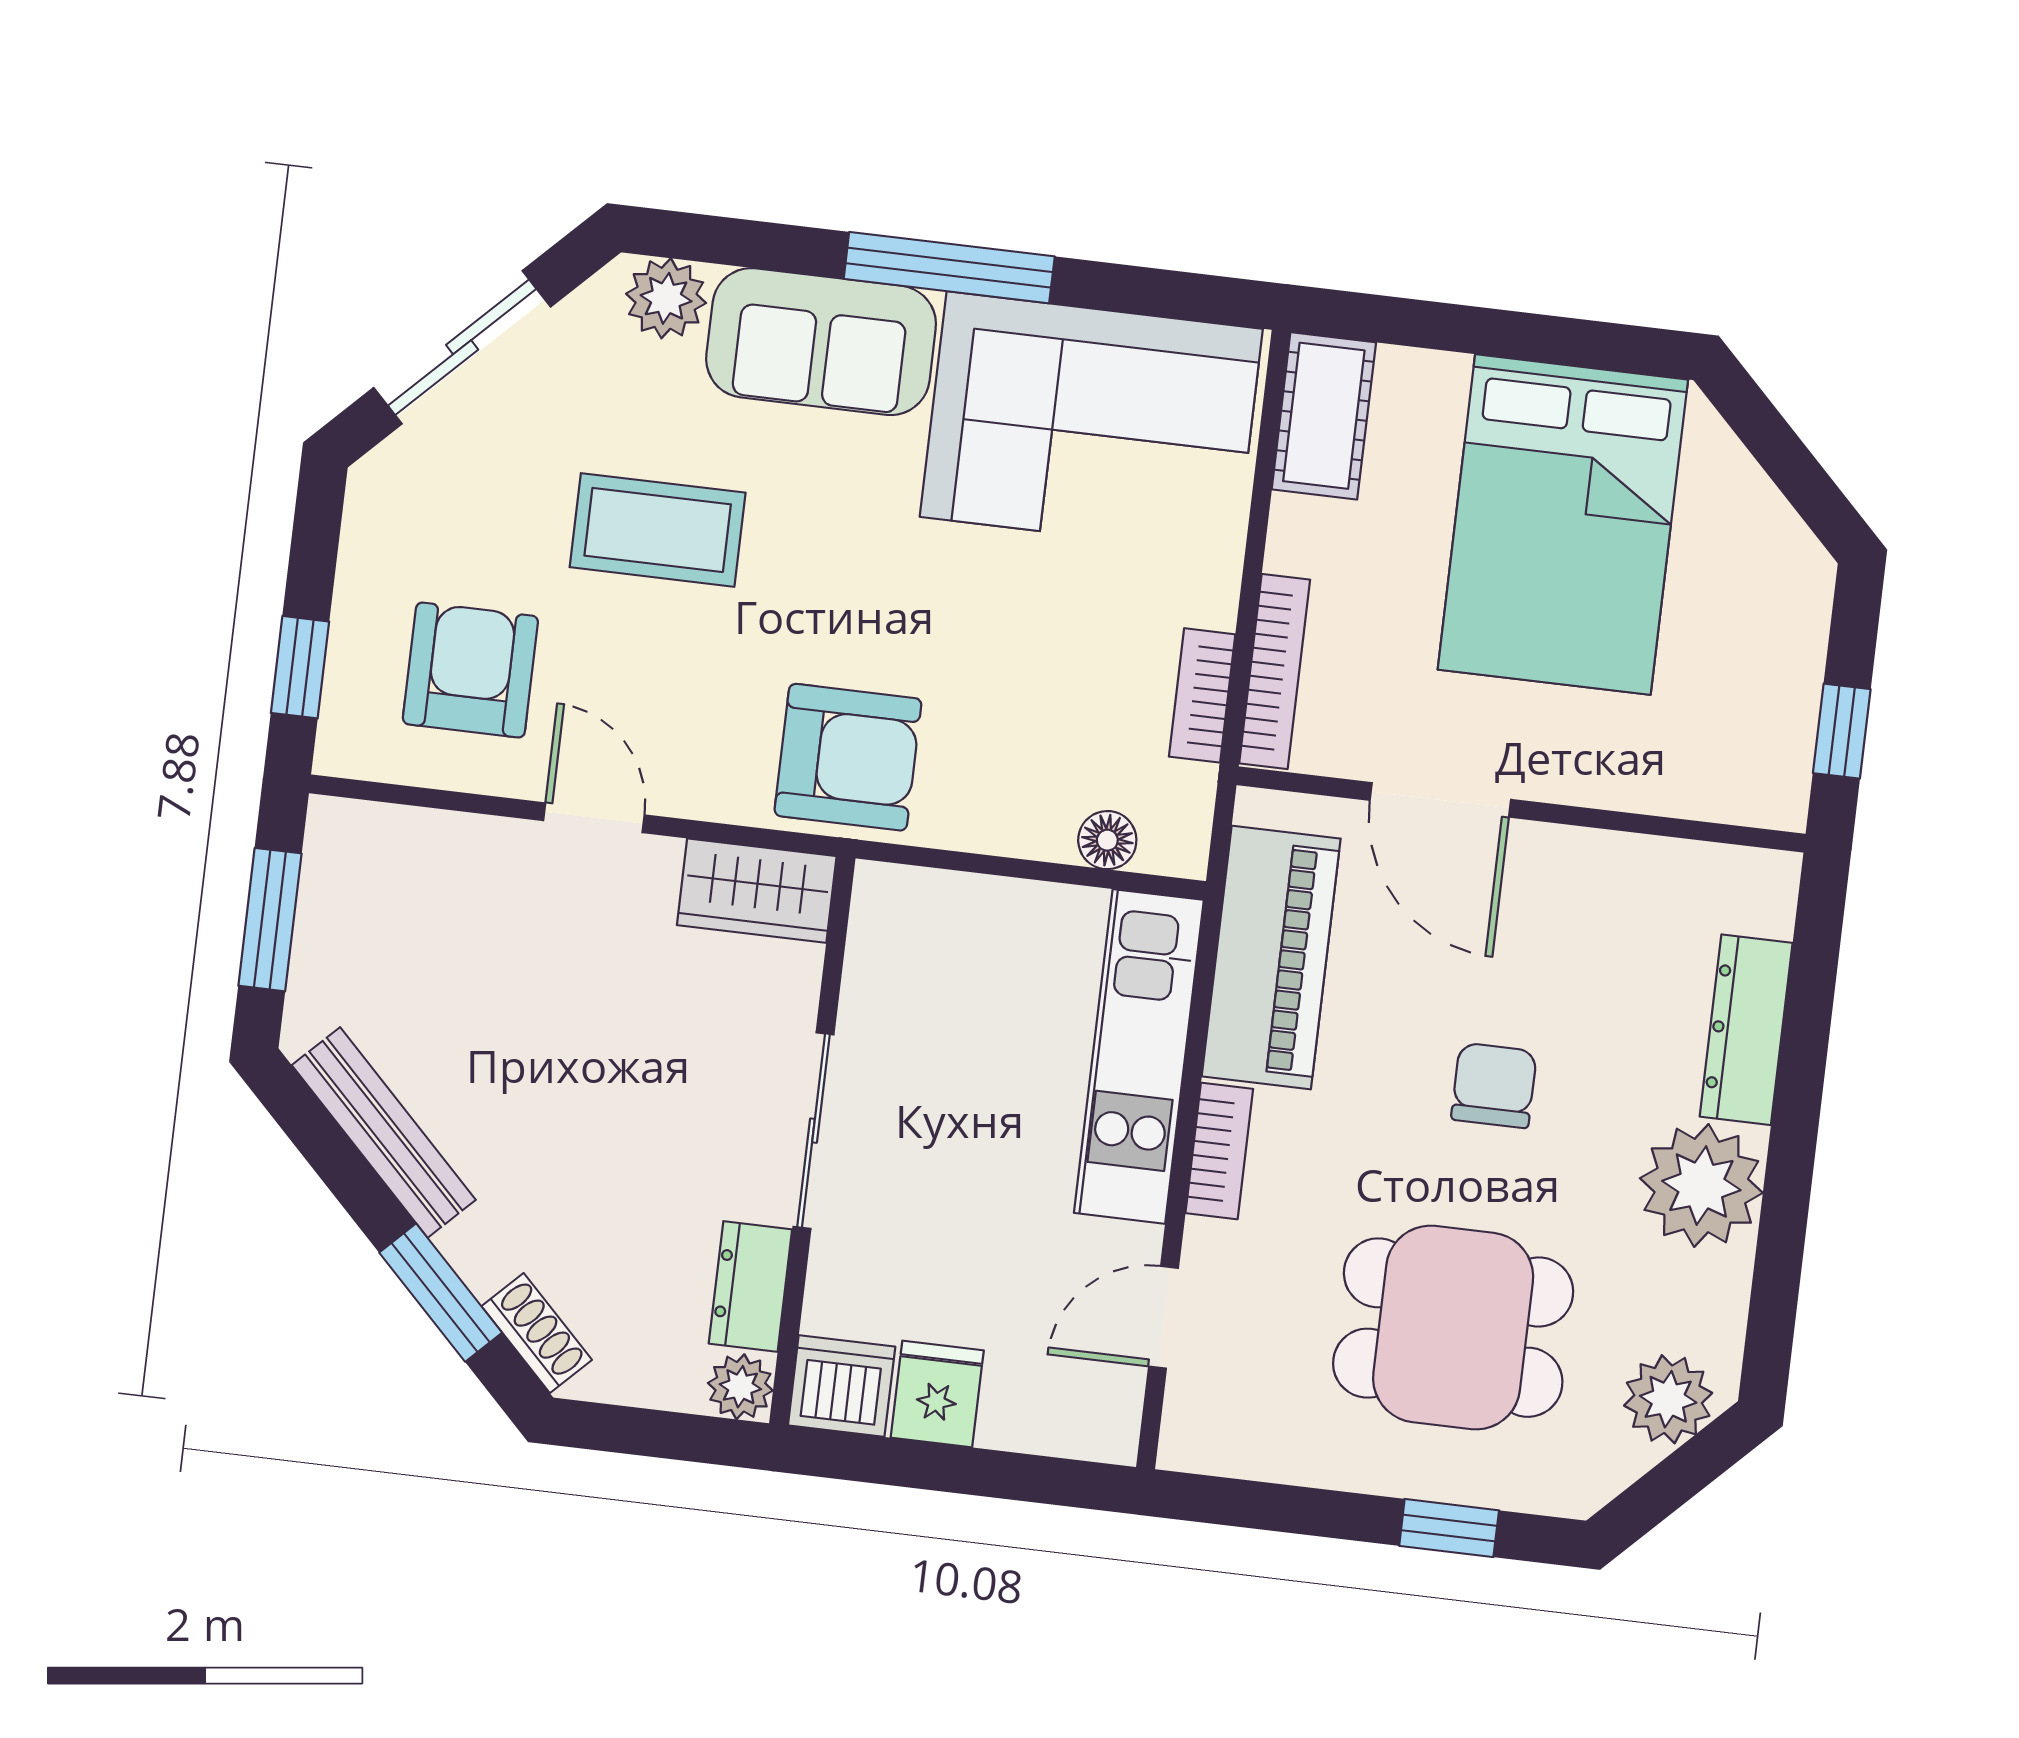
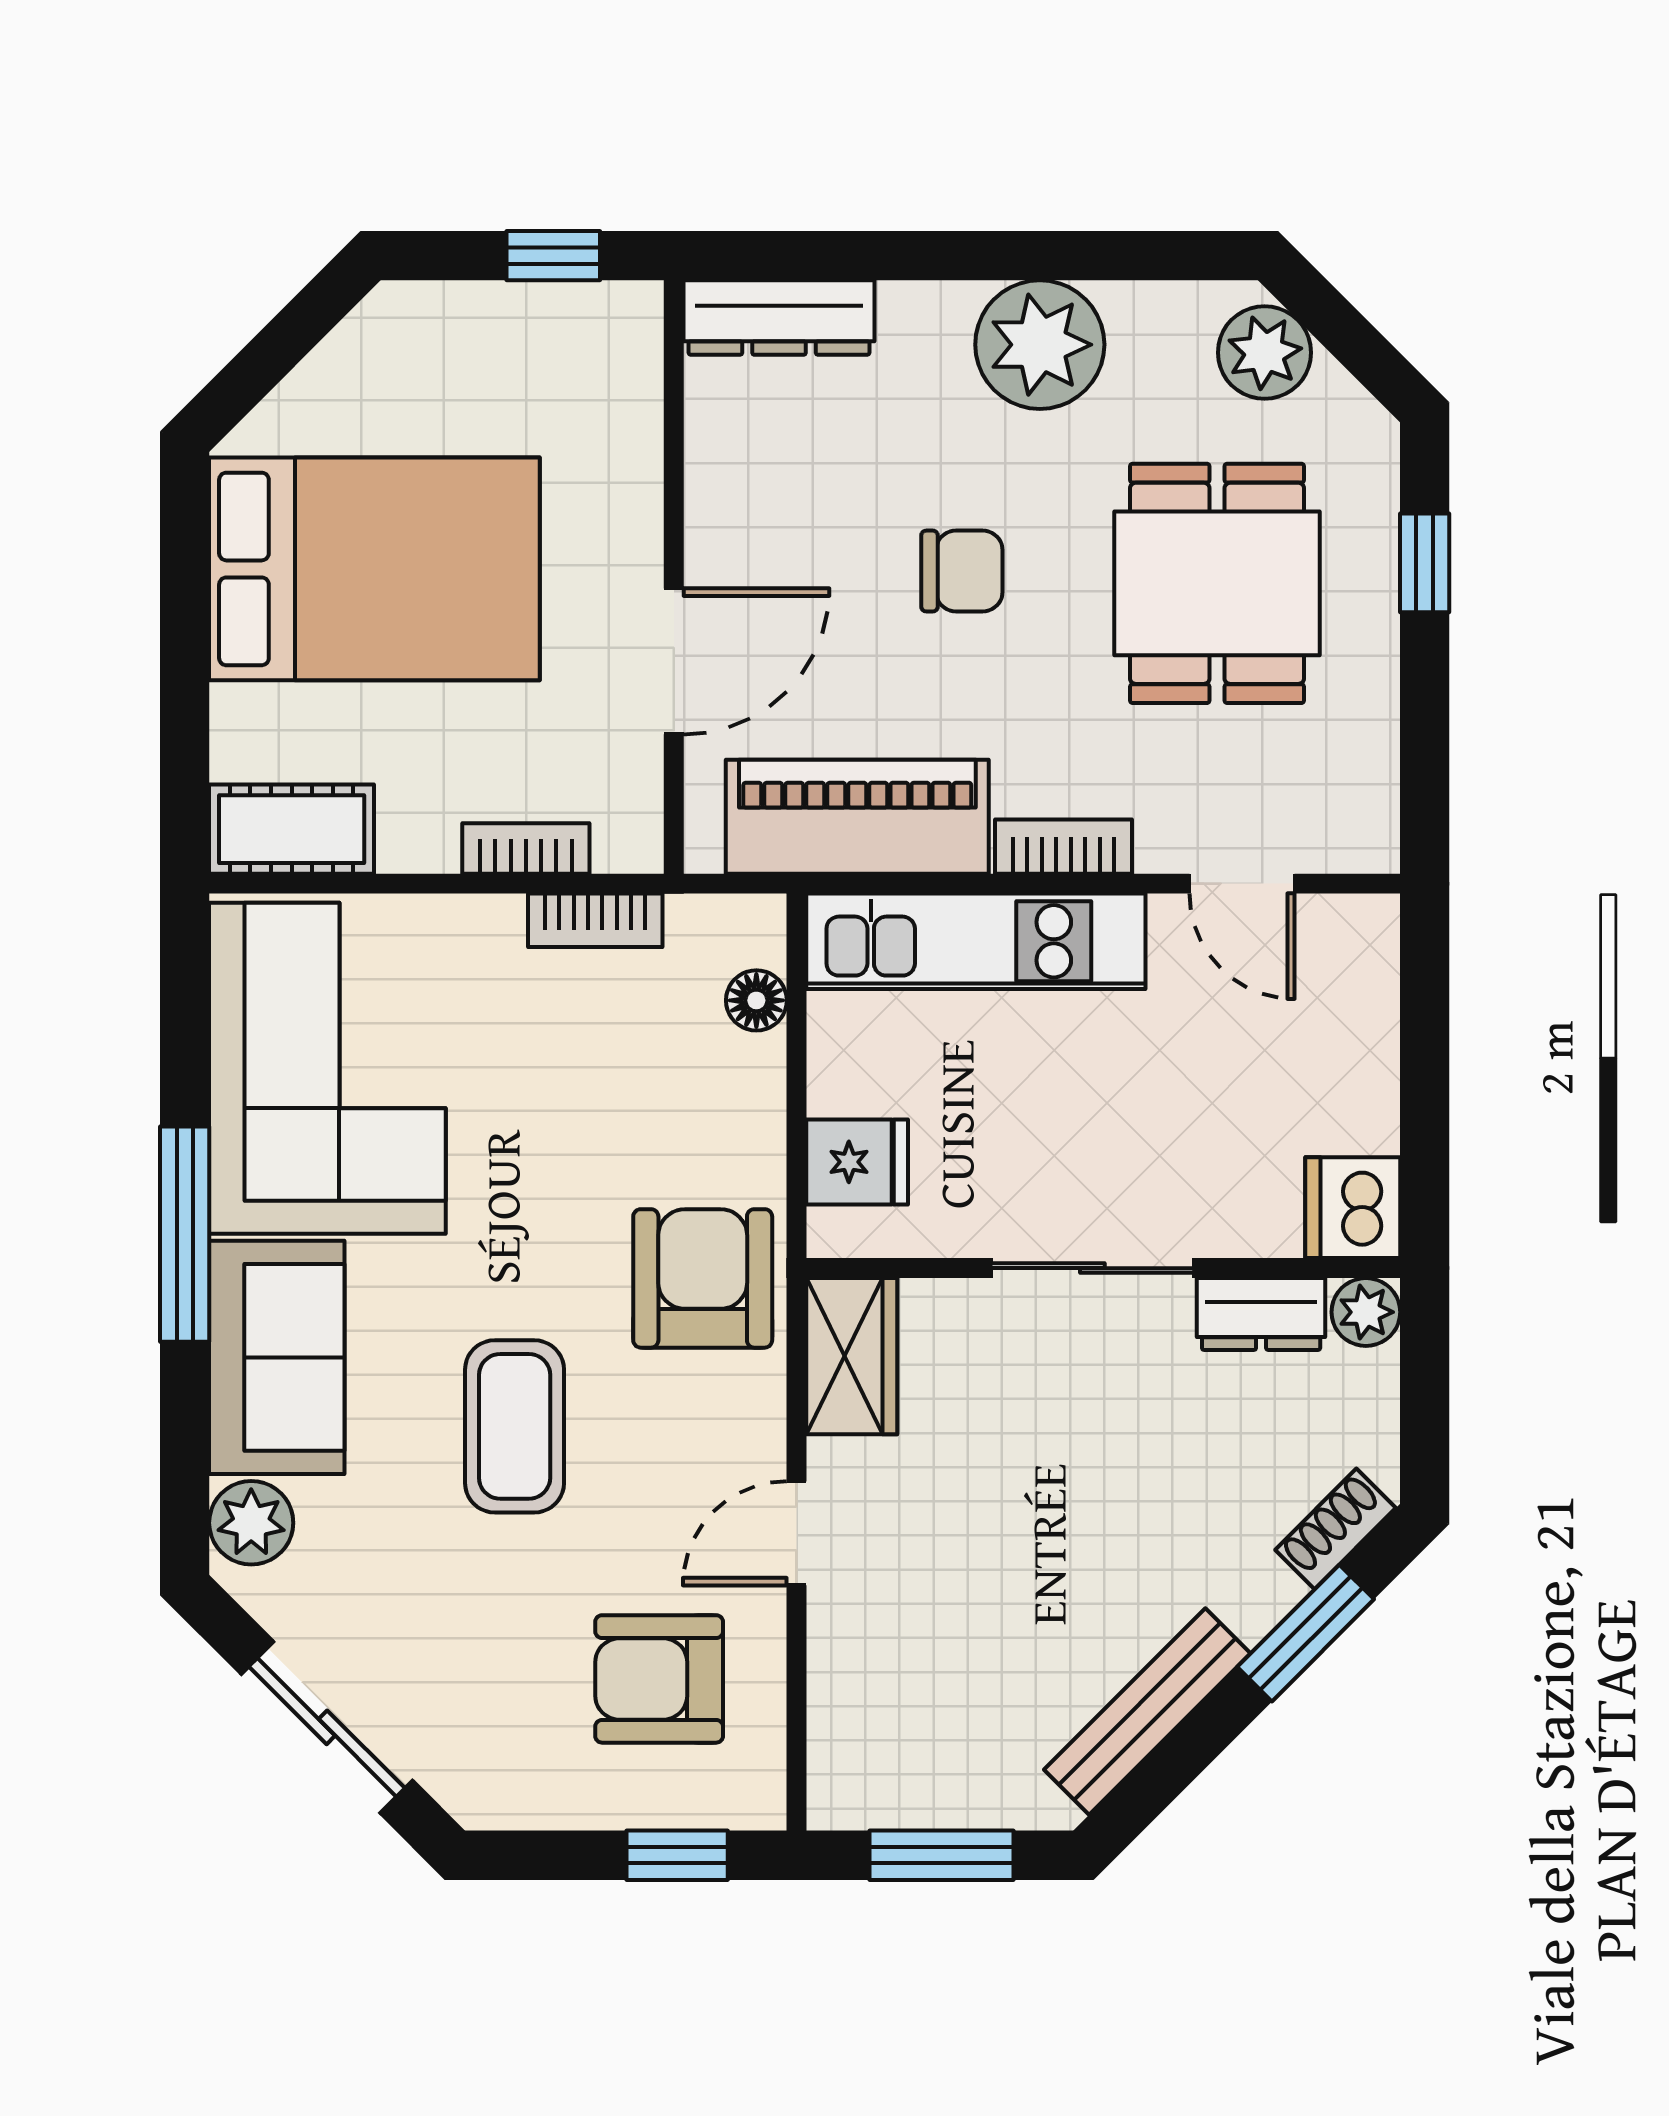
coffee table: (658, 530) -> (515, 1426), moved
bookcase: (1275, 672) -> (526, 848), width x0.64
dresser: (1746, 1030) -> (779, 317), moved
chair: (1494, 1085) -> (962, 571), turned 180
fridge: (937, 1394) -> (857, 1162), moved, turned 180

